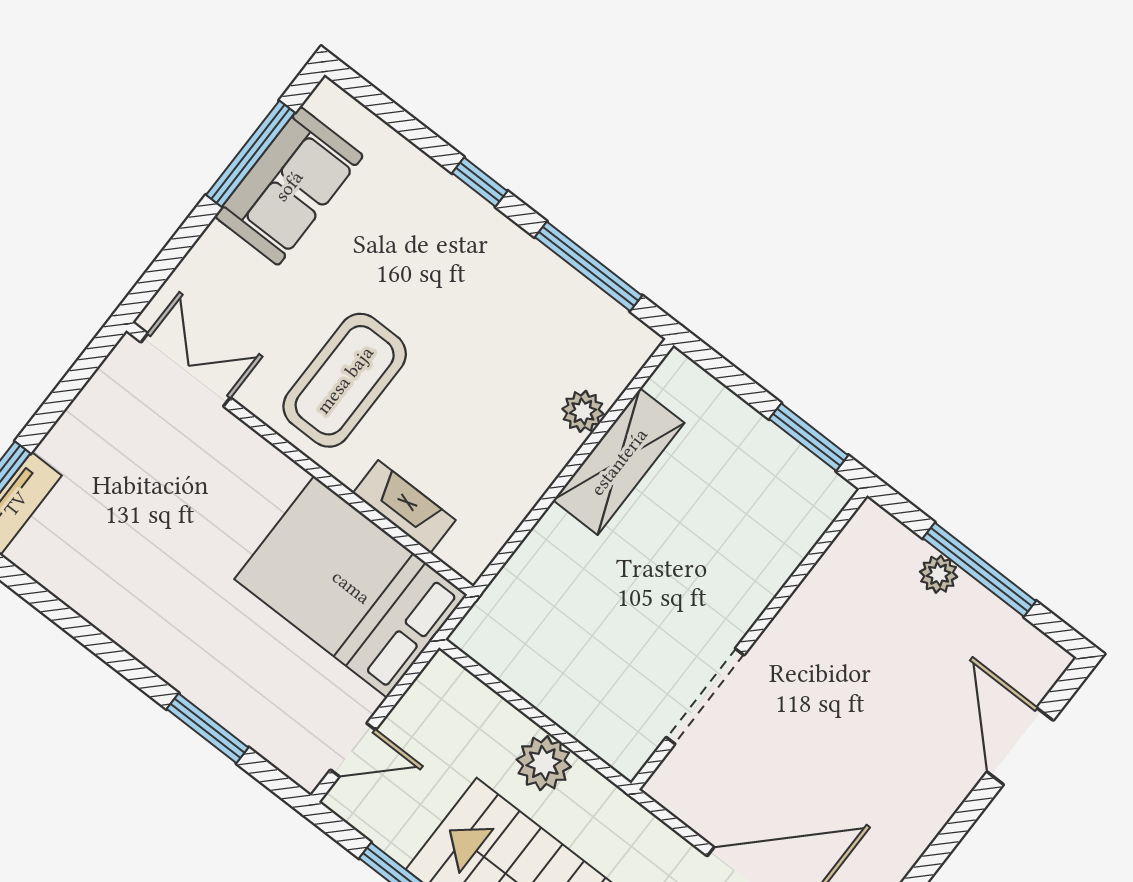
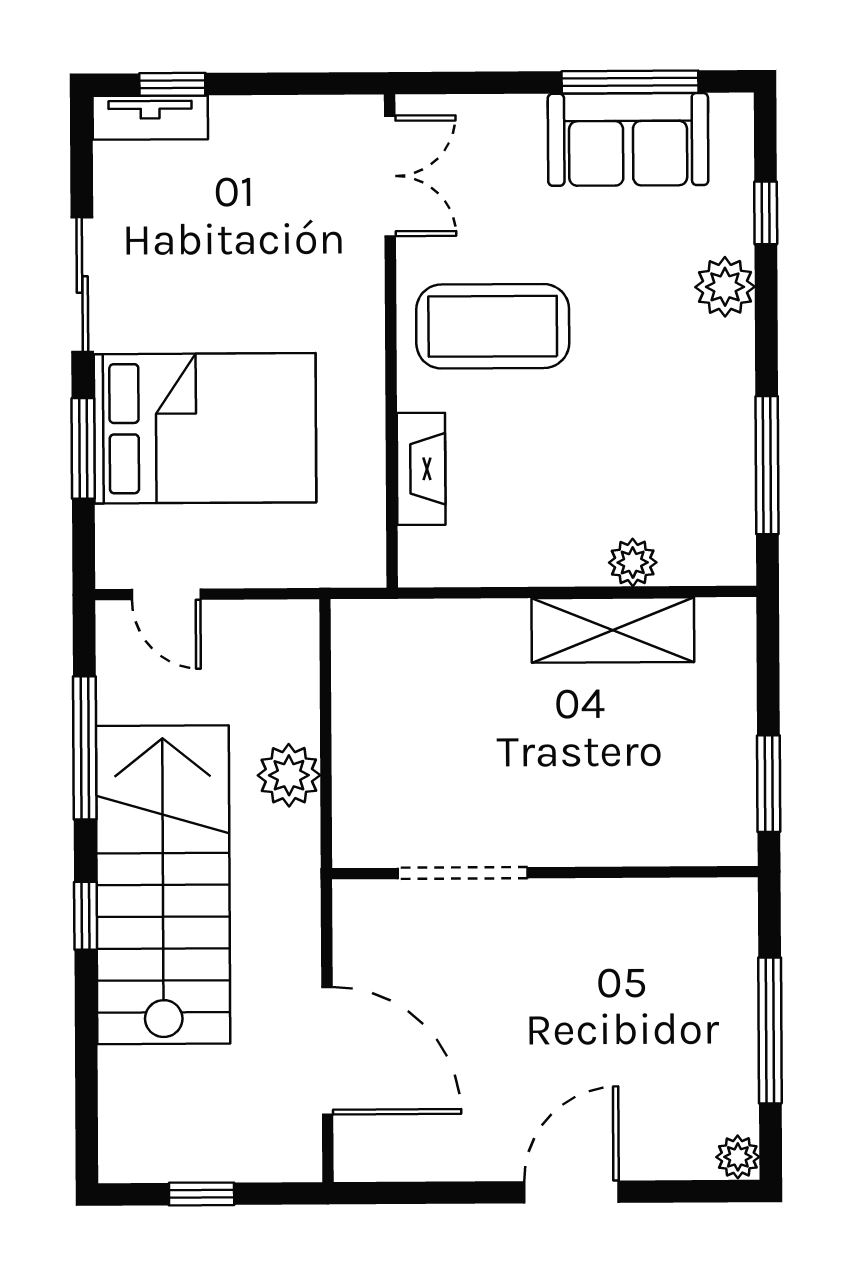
window: (480, 182) -> (766, 213), moved
plant: (443, 199) -> (725, 287), added
plant: (939, 574) -> (738, 1157), moved
bed: (351, 587) -> (205, 428), moved, turned 90
sliding door: (94, 640) -> (82, 285), added
door: (1020, 746) -> (571, 1192), moved

